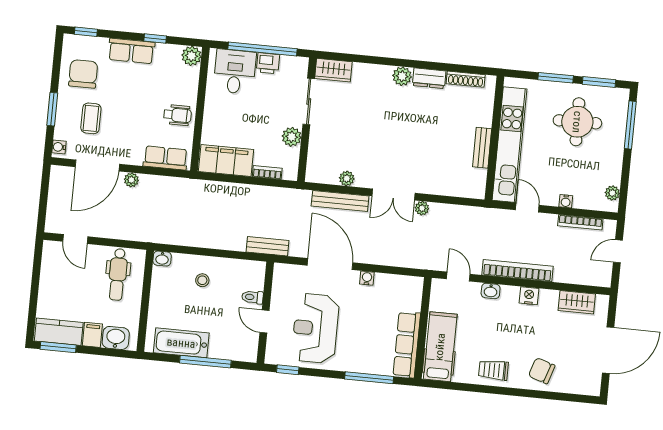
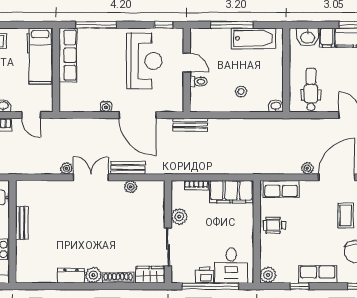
shoe rack: (466, 79) -> (118, 278), moved
bench: (340, 201) -> (128, 168), width x0.73

